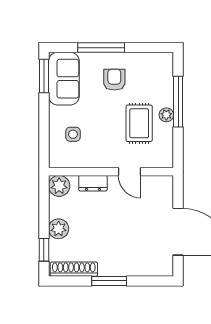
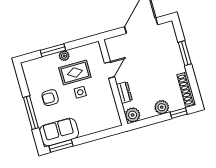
window: (178, 102) -> (53, 50), width x0.69
side table: (73, 134) -> (80, 92), moved
window: (109, 281) -> (185, 53), moved

